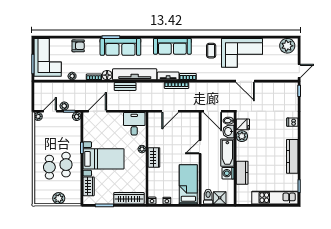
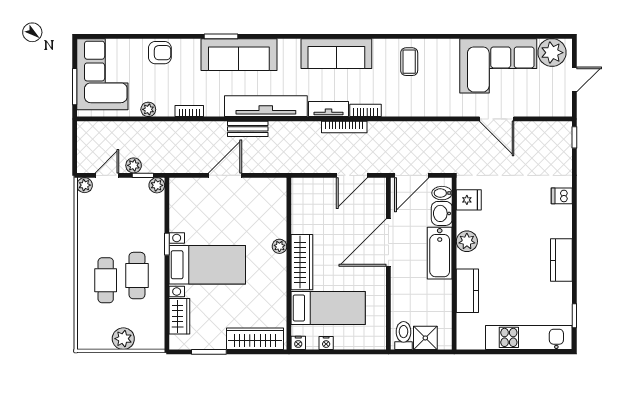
corner sofa: (242, 53) -> (498, 66), moved
door: (299, 71) -> (574, 79), moved
floor lamp: (107, 75) -> (214, 108), removed
door: (245, 81) -> (497, 119), moved
door: (98, 111) -> (225, 175), moved
door: (170, 111) -> (352, 175), moved
door: (213, 111) -> (412, 175), hinge flipped
desk: (134, 124) -> (265, 199), removed
plant: (242, 136) -> (467, 241), moved
door: (200, 147) -> (388, 242), width x1.88
kitchen counter: (292, 156) -> (561, 260), width x0.67
wardrobe: (154, 157) -> (302, 262), width x1.50
washing machine: (228, 173) -> (441, 292), removed
bed: (188, 184) -> (328, 308), moved, turned 90

